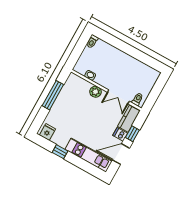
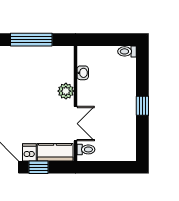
window: (130, 50) -> (142, 106), added
double door: (118, 97) -> (75, 124), swing flipped

